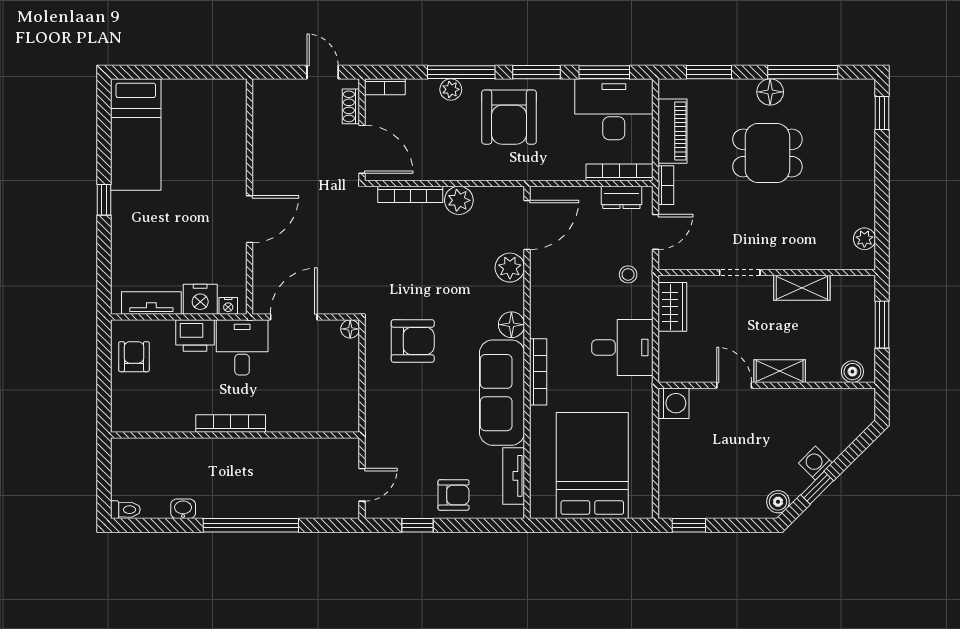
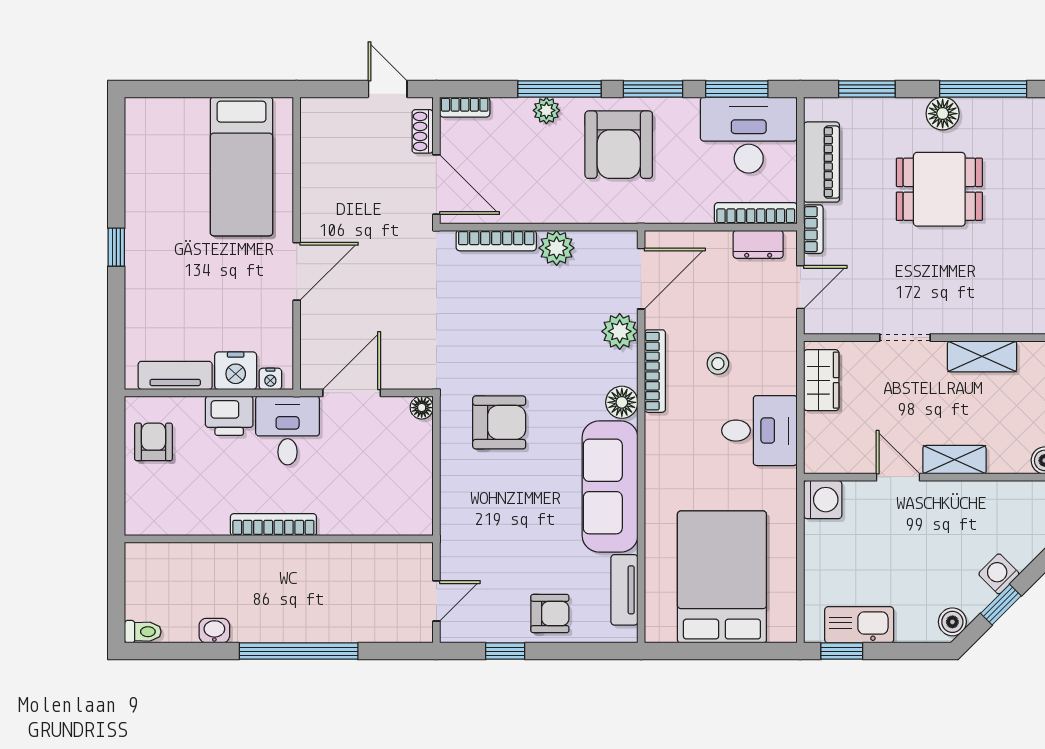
bed: (136, 135) -> (241, 166), moved
stool: (628, 274) -> (718, 364), moved
bookcase: (538, 372) -> (655, 371), moved
kitchen sink: (703, 504) -> (859, 625), added

